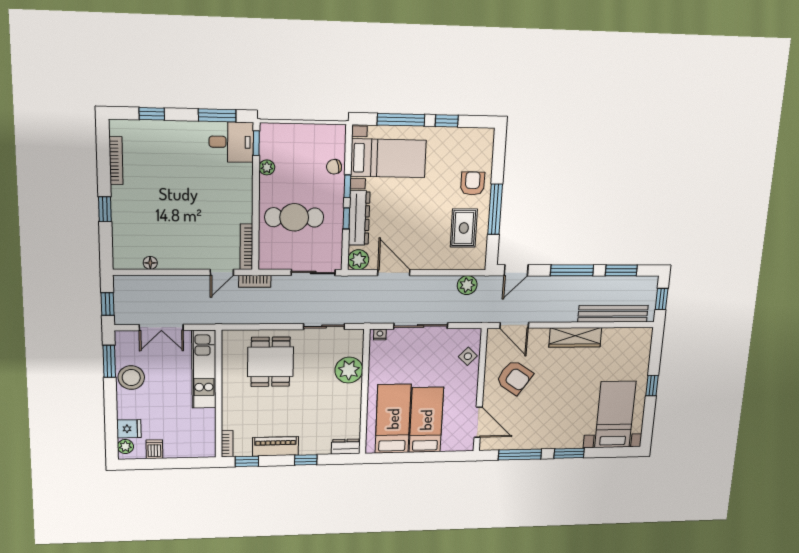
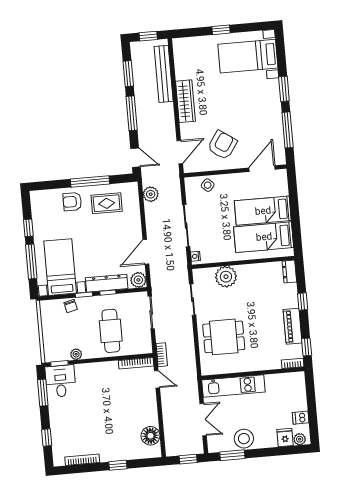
floor lamp: (150, 263) -> (151, 436), width x1.89, depth x1.89

